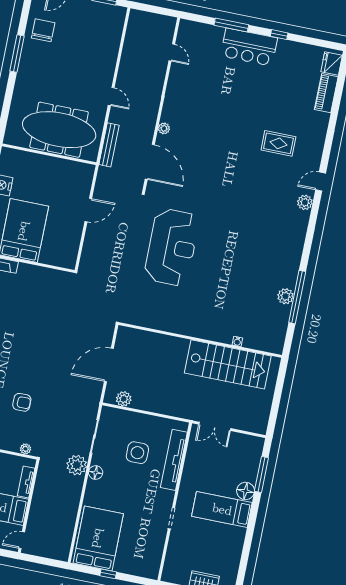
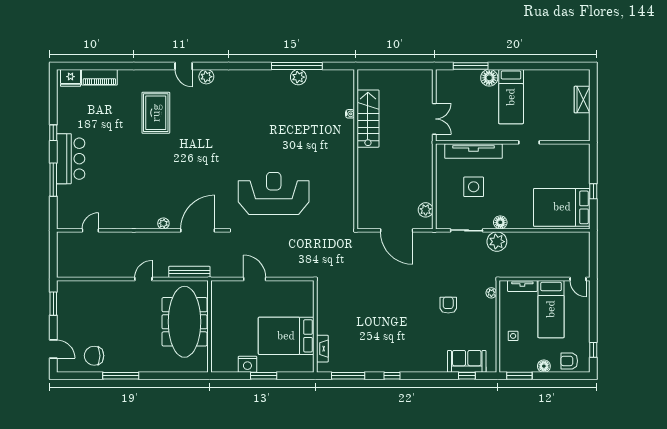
rug: (278, 143) -> (156, 113), width x1.36, depth x1.43
stairs: (228, 364) -> (368, 119), width x0.73, depth x0.66

